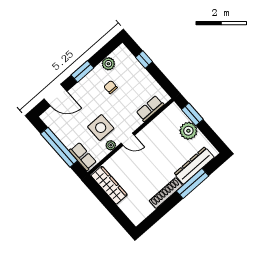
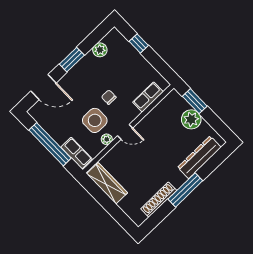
chair: (111, 87) -> (109, 97), moved
window: (193, 183) -> (185, 190), moved
shoe rack: (166, 193) -> (159, 200), moved

